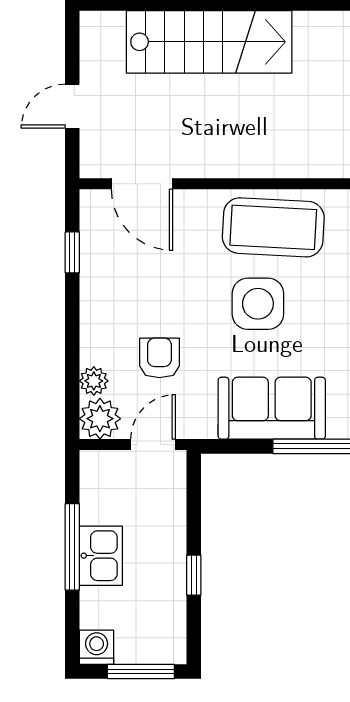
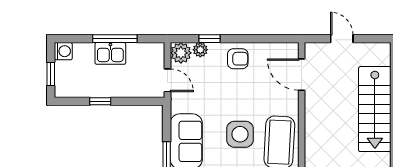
door: (142, 184) -> (302, 75), hinge flipped
window: (72, 252) -> (210, 39), moved
armchair: (159, 358) -> (238, 59), moved
window: (141, 671) -> (51, 74), width x0.67

